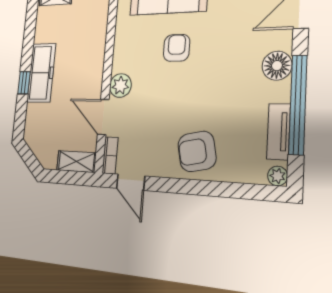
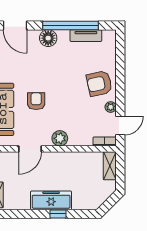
armchair: (177, 48) -> (36, 101), turned 90
door: (103, 117) -> (30, 149), moved
armchair: (197, 151) -> (99, 83), turned 90
plant: (278, 176) -> (111, 107), moved

